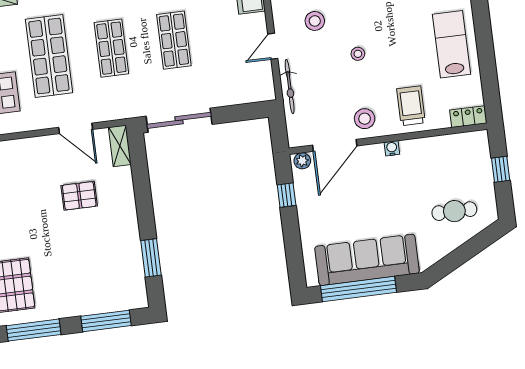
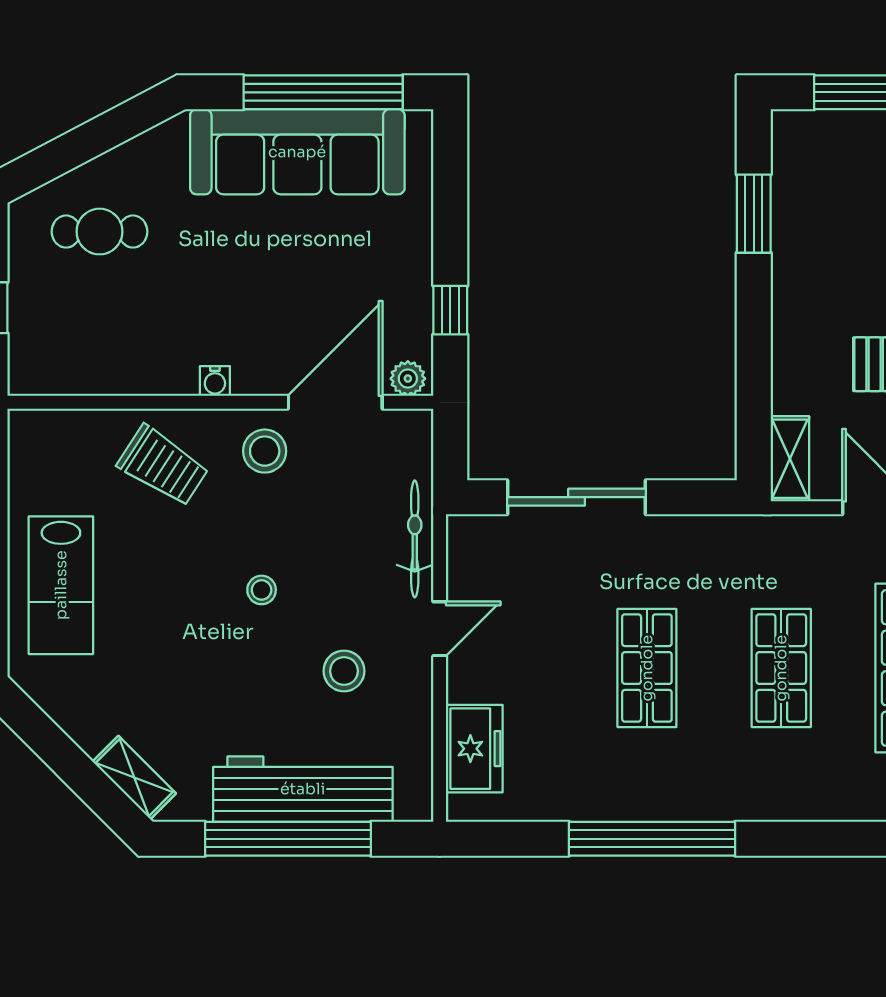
trolley: (411, 106) -> (163, 466), turned -57
locker: (468, 117) -> (45, 428), removed
sliding door: (179, 120) -> (577, 497), moved

